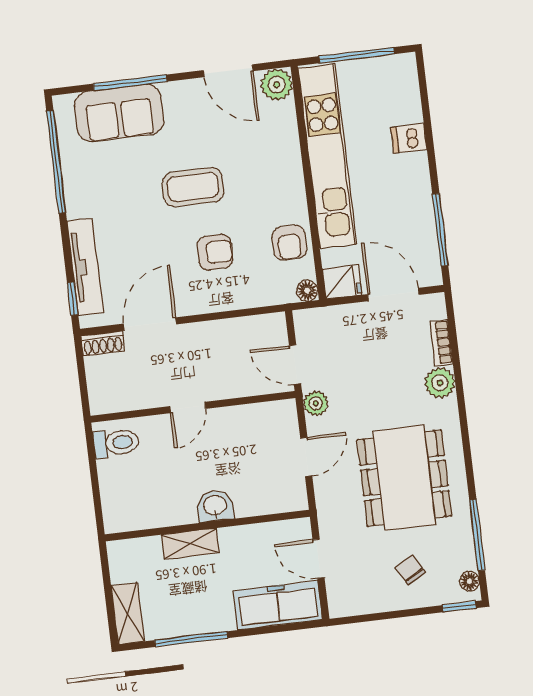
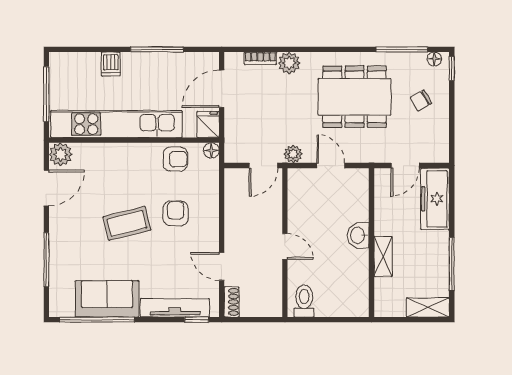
sofa: (119, 113) -> (107, 299), moved, turned -90
coffee table: (193, 187) -> (127, 223), turned 76
window: (440, 230) -> (157, 49), moved
door: (150, 324) -> (222, 266), width x0.73

